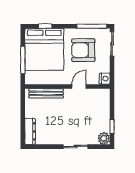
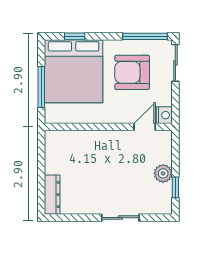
door: (79, 86) -> (145, 127), moved
bench: (46, 93) -> (76, 137), removed
plant: (104, 138) -> (163, 173), moved

